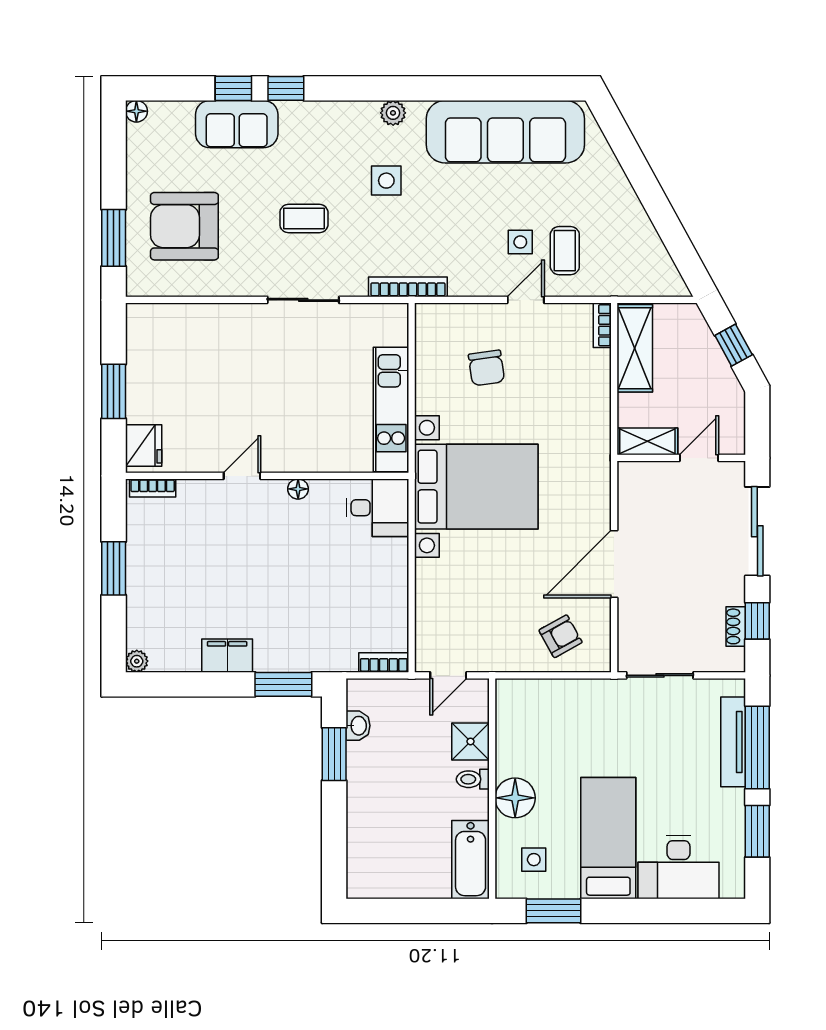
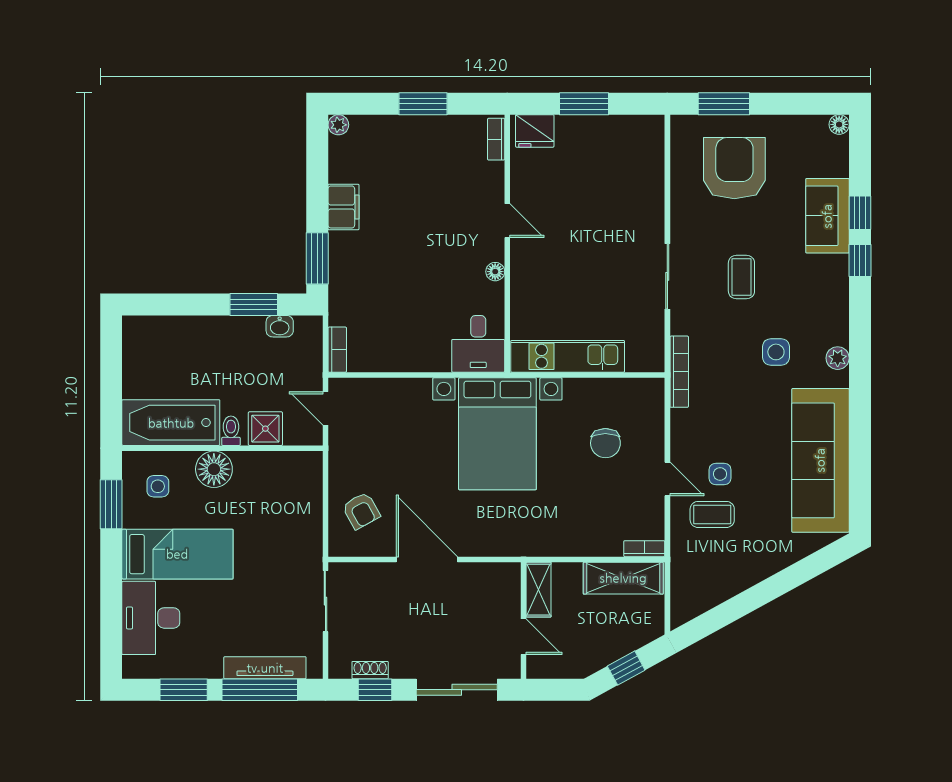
chair: (486, 368) -> (605, 443), turned -82
bathtub: (471, 860) -> (171, 423), width x1.36, depth x1.36

